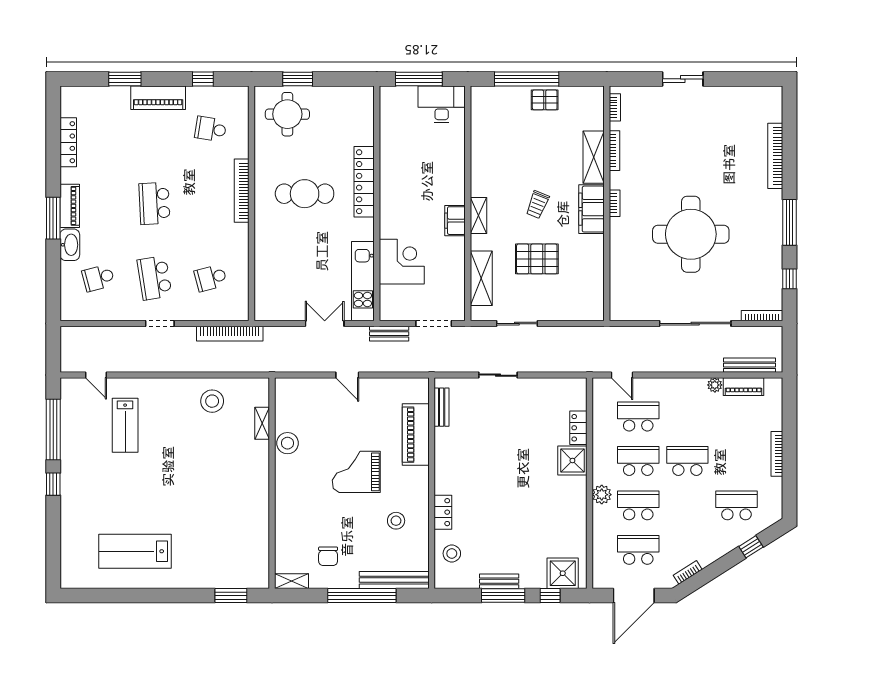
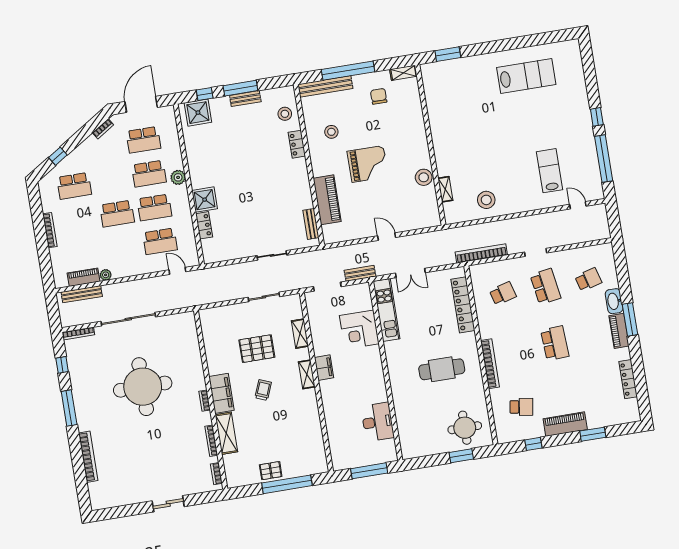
desk: (442, 104) -> (378, 422), moved, turned -90
locker: (364, 182) -> (463, 305), moved, turned 180
shelving: (481, 278) -> (300, 334), width x0.67, depth x0.75

